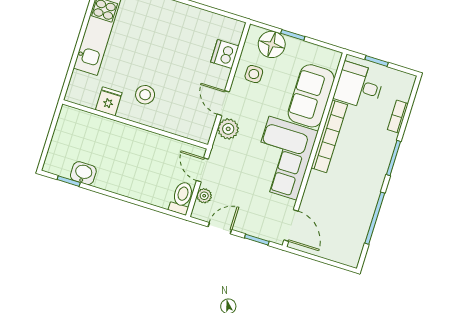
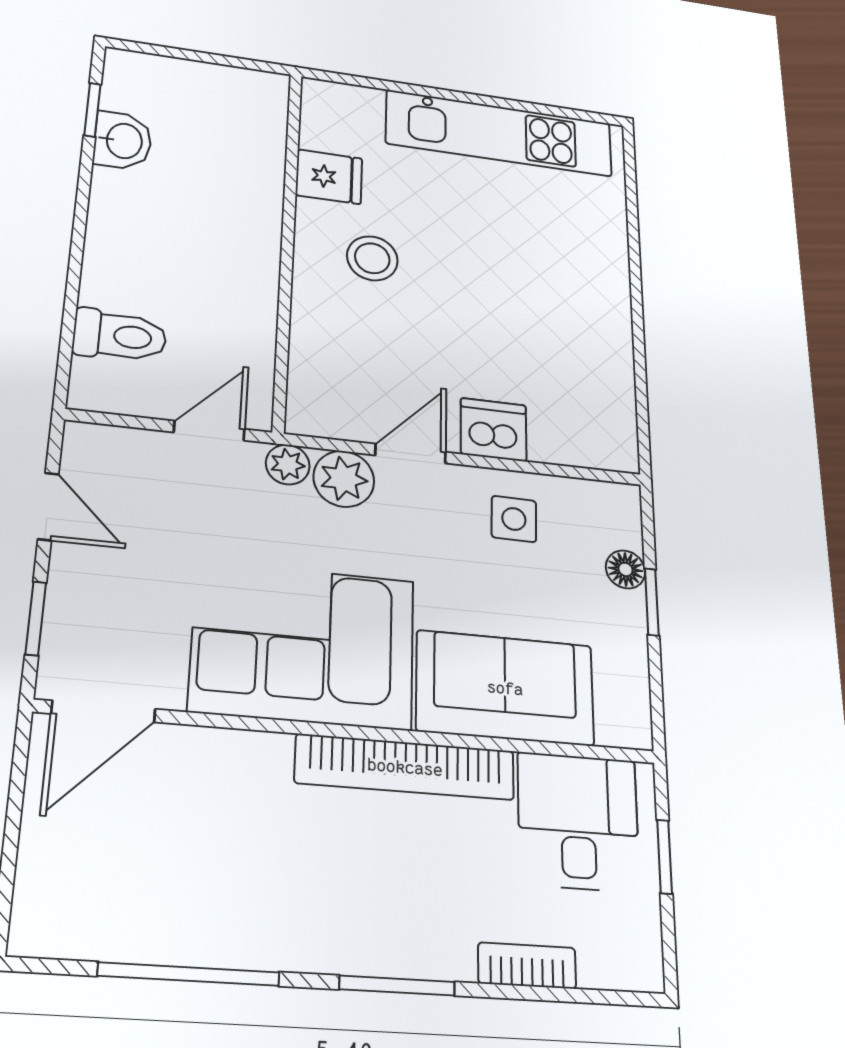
floor lamp: (272, 44) -> (625, 569), width x0.53, depth x0.53
dishwasher: (225, 54) -> (494, 430), moved
plant: (204, 196) -> (288, 465), moved
toilet: (182, 198) -> (120, 336), moved

